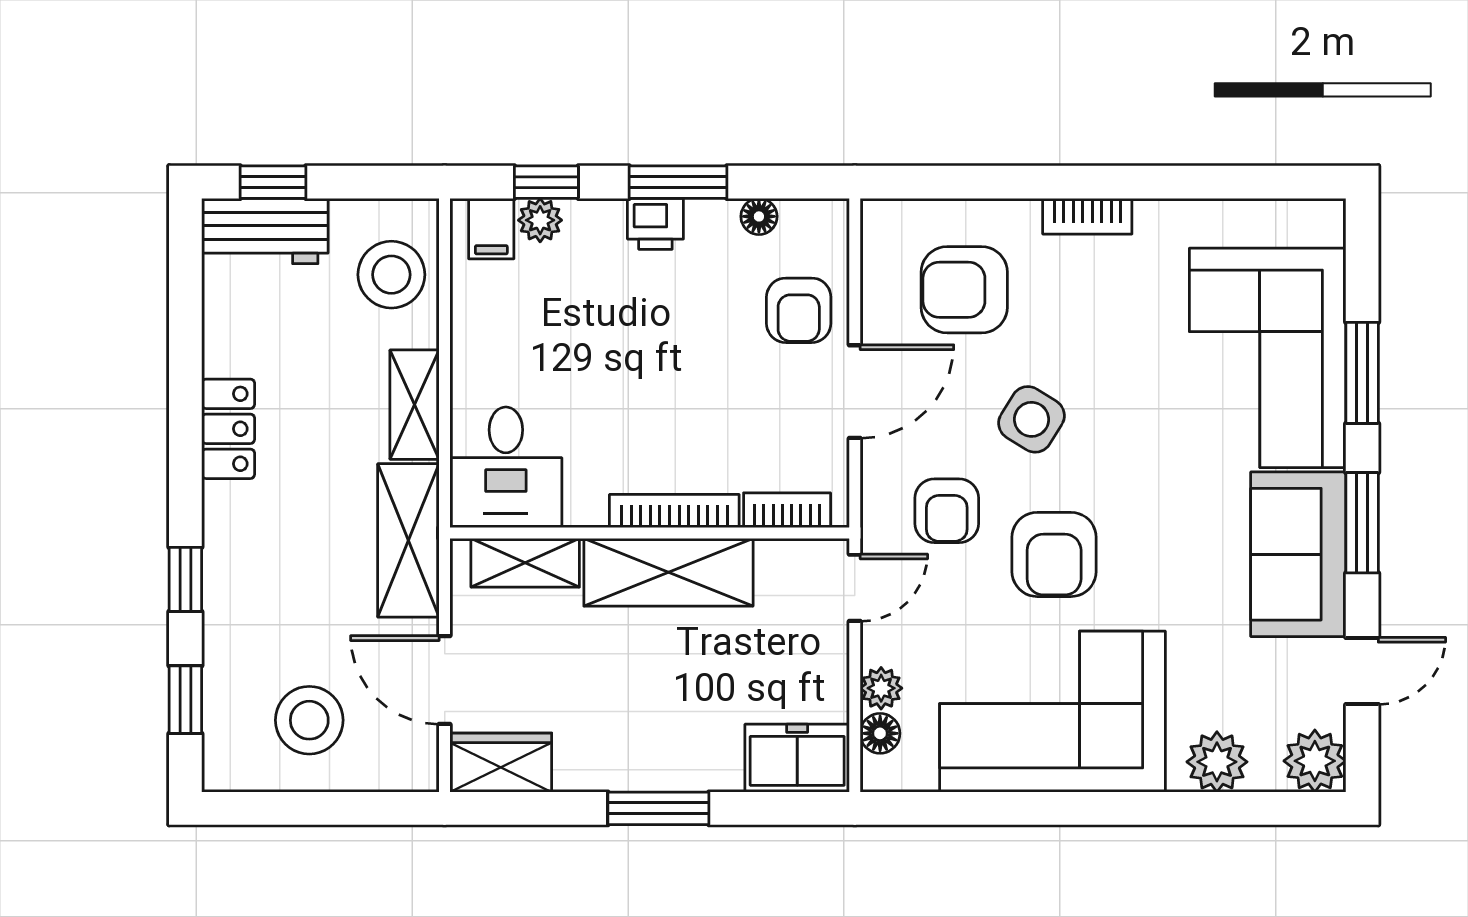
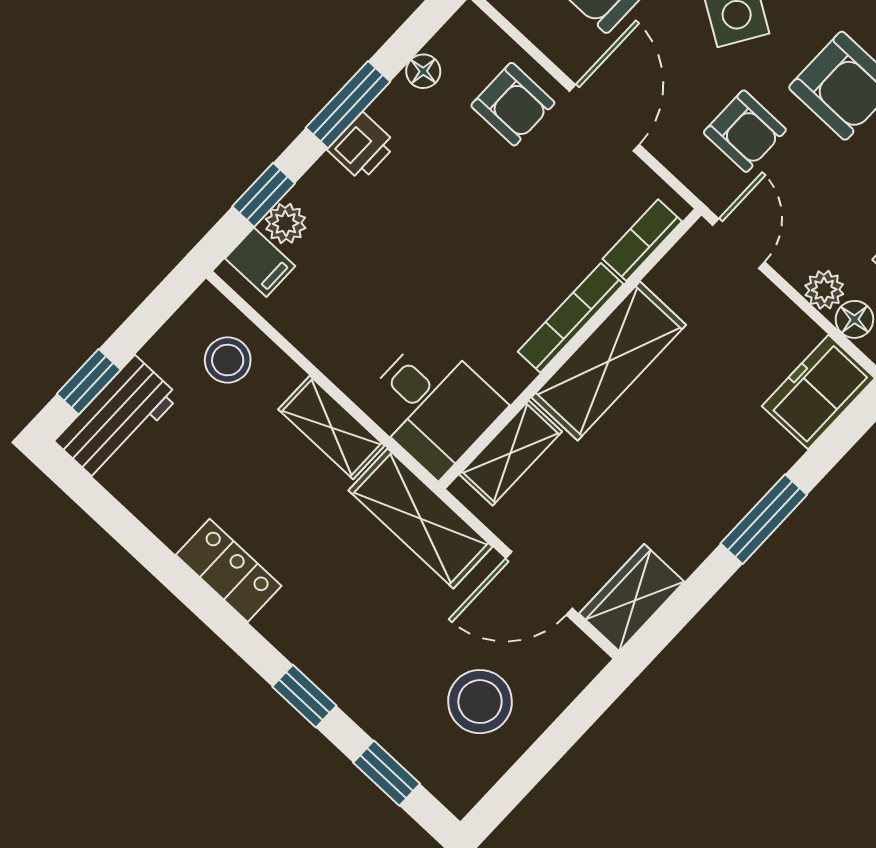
stool: (391, 275) -> (228, 360), width x0.73, depth x0.73

